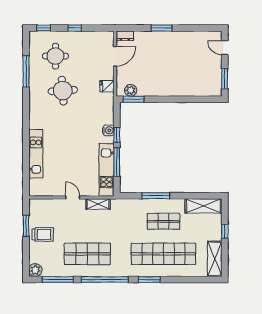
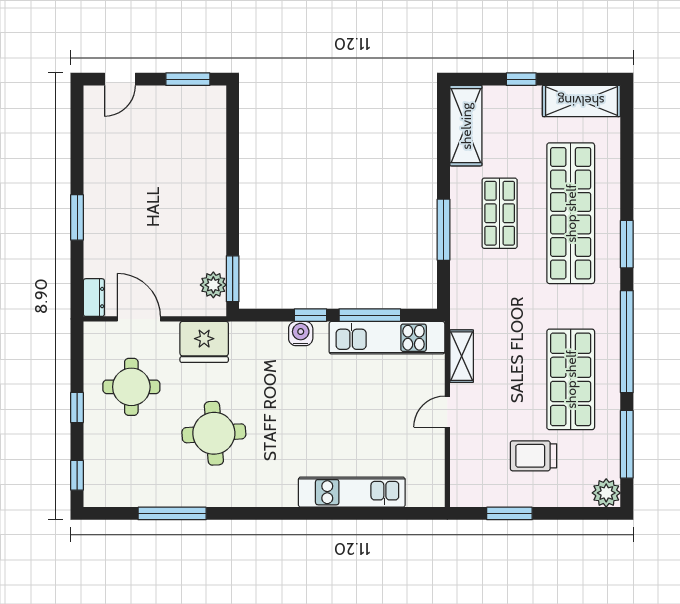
round table: (55, 56) -> (131, 387), moved
fridge: (107, 86) -> (204, 342), width x1.88, depth x1.34
trolley: (43, 234) -> (533, 456), moved, turned -90

